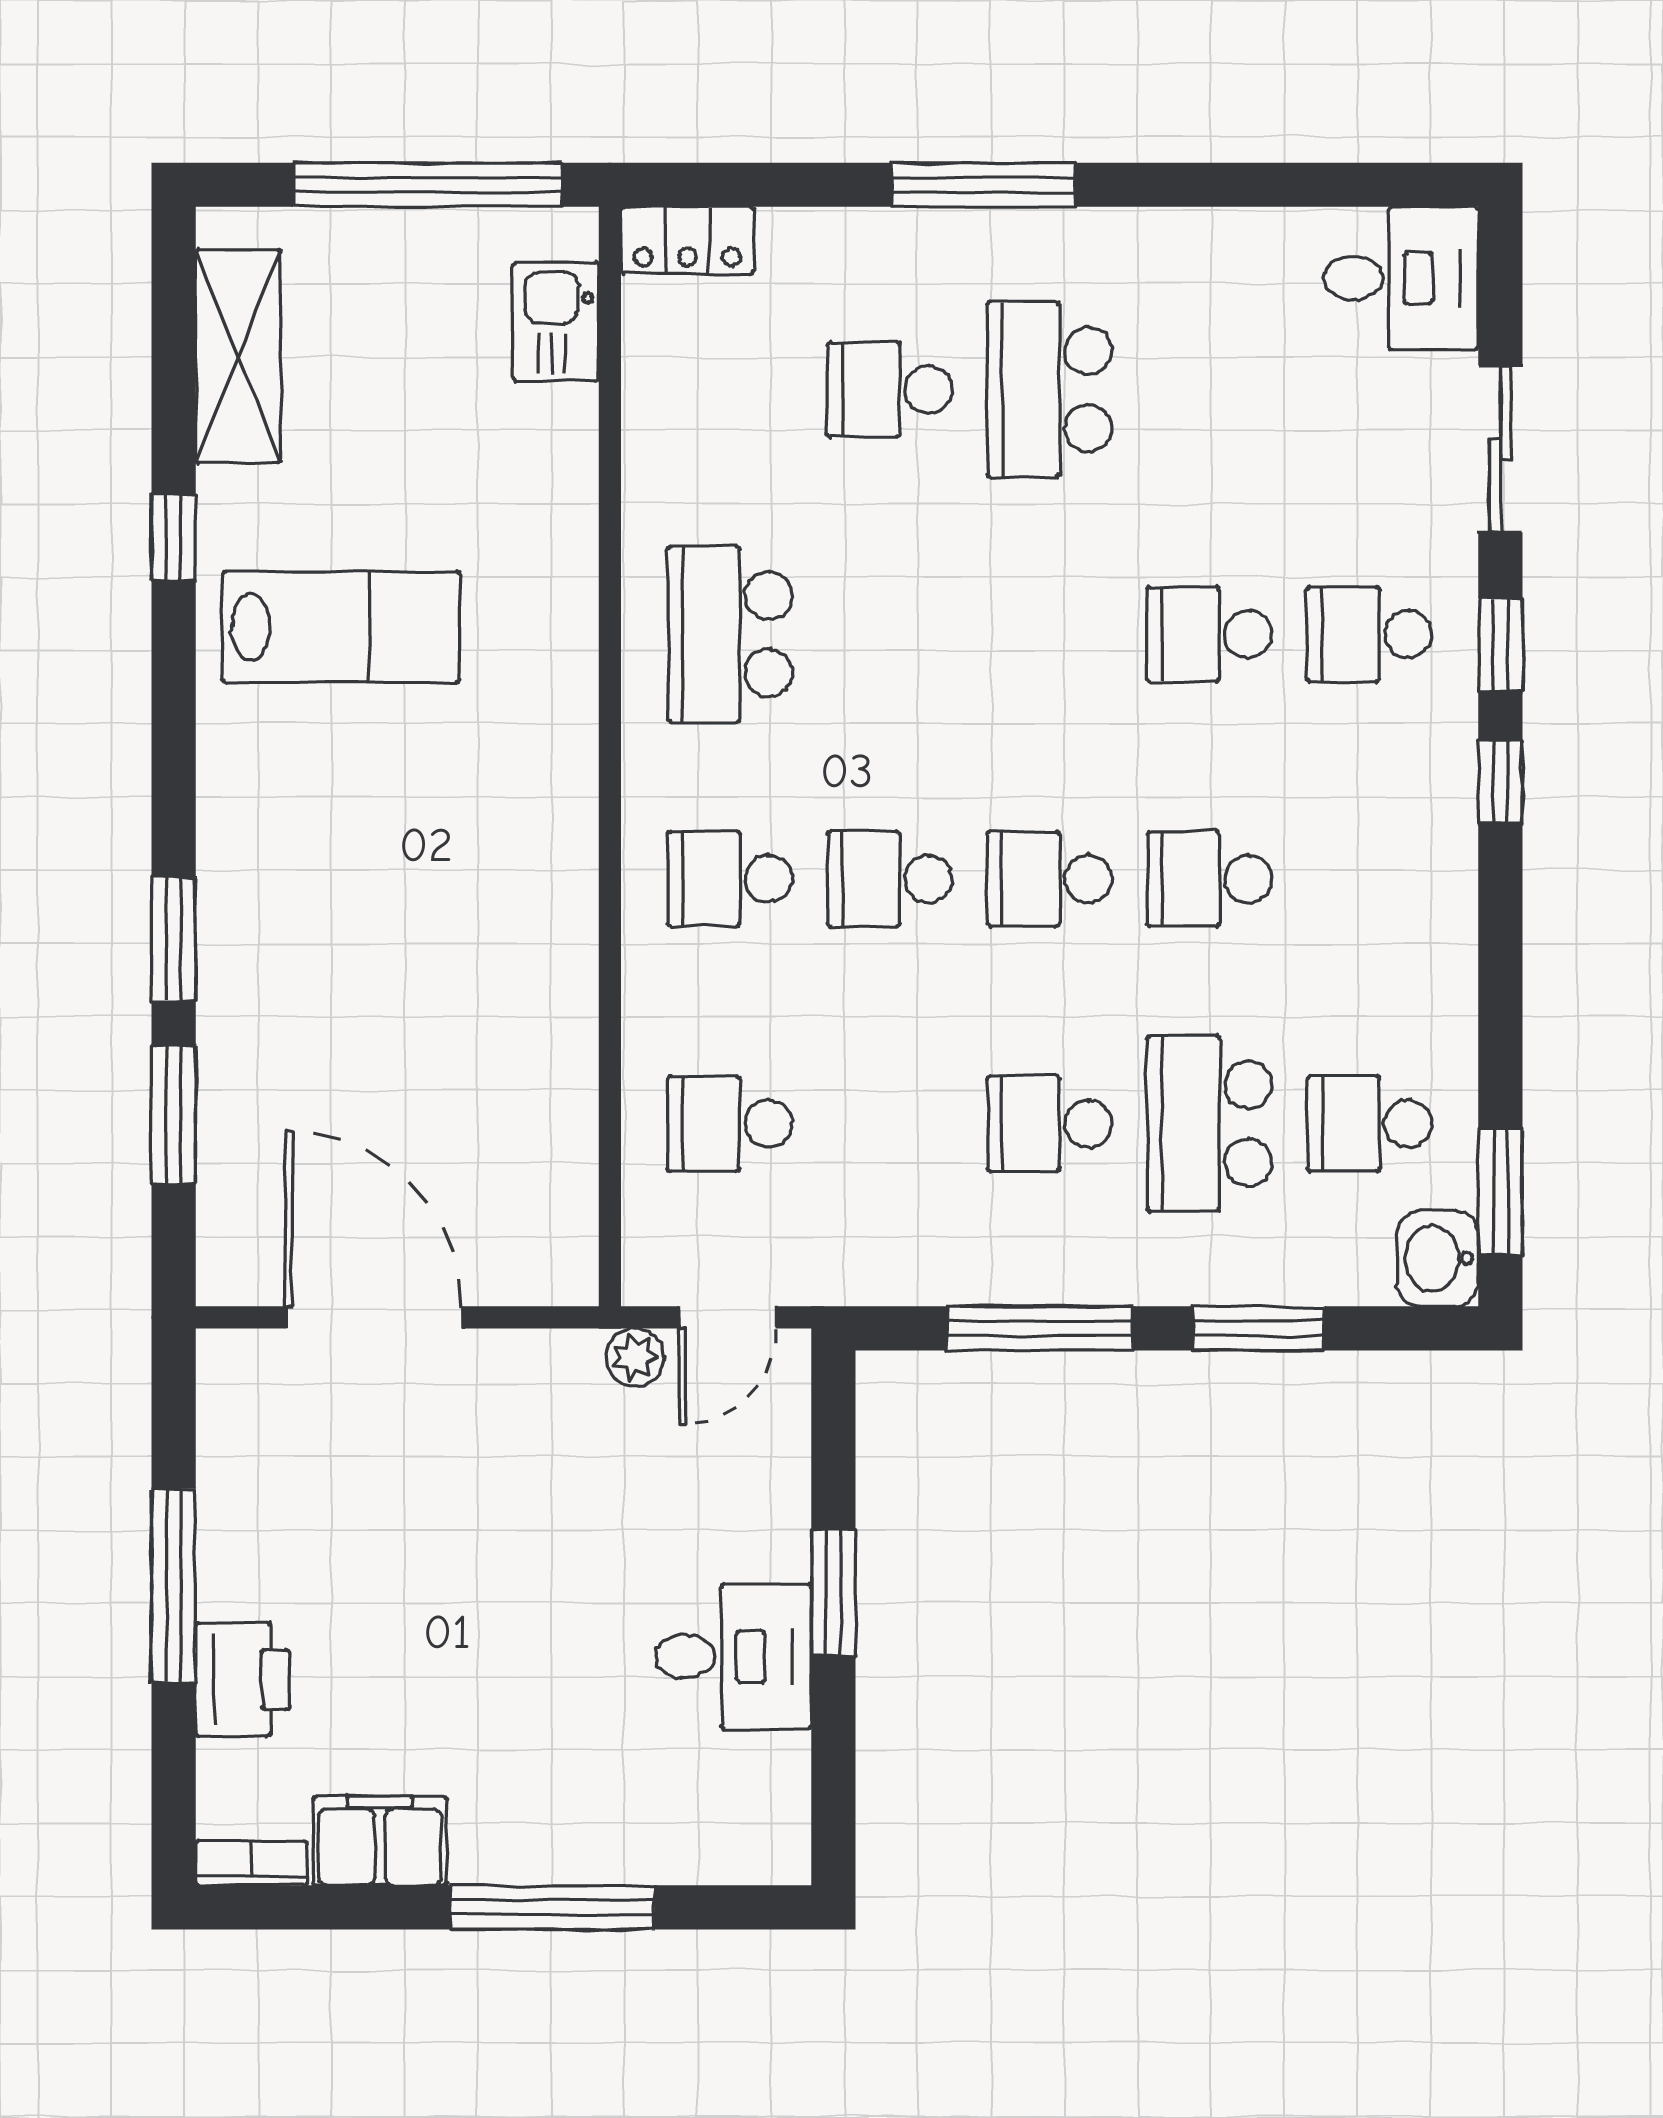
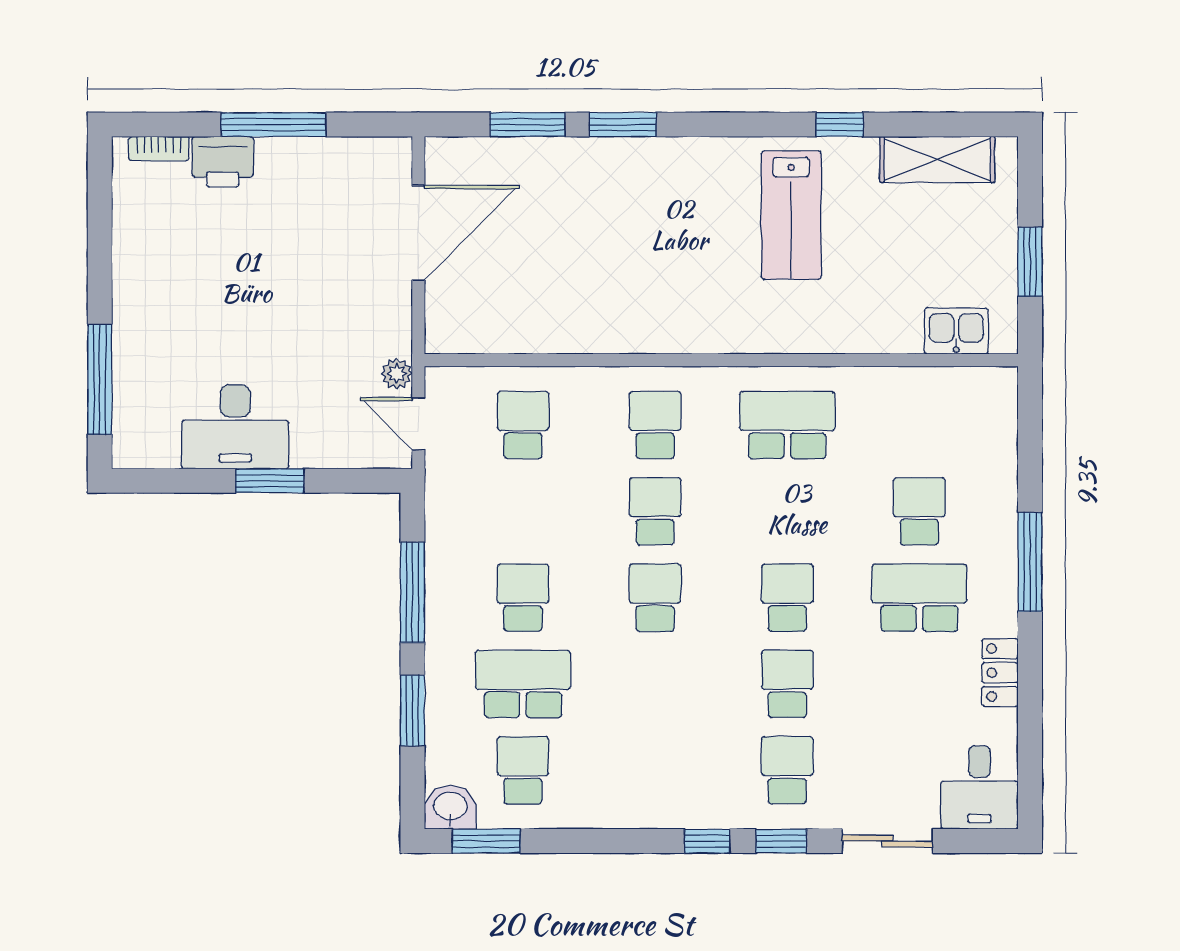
window: (427, 185) -> (1030, 262), width x0.47
locker: (687, 240) -> (1000, 673), moved
school desk: (1209, 879) -> (787, 598), moved
desk: (733, 1656) -> (235, 427), width x1.37
filing cabinet: (380, 1841) -> (136, 236), removed
bookcase: (251, 1863) -> (159, 149), moved, turned 90
window: (552, 1907) -> (100, 379), moved

